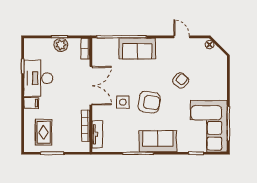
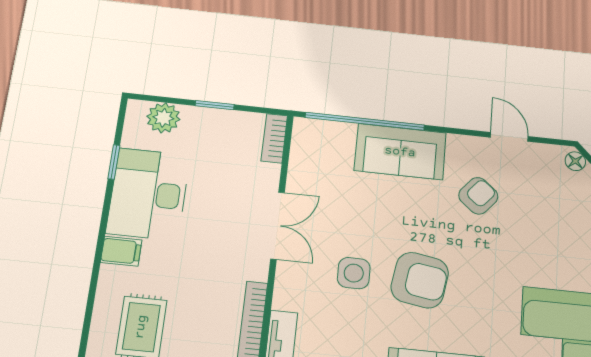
plant: (61, 45) -> (163, 118), moved
armchair: (181, 80) -> (478, 196), moved
double door: (91, 86) -> (278, 225), width x0.73

